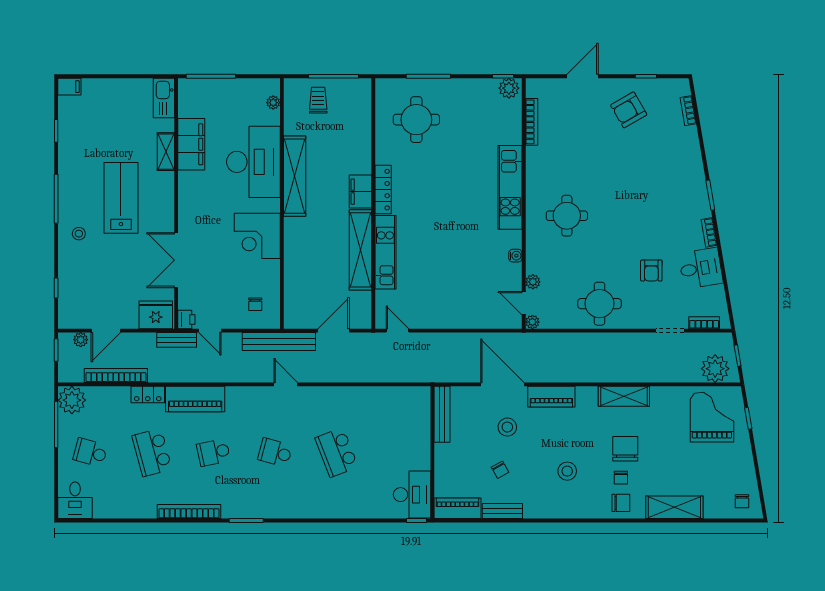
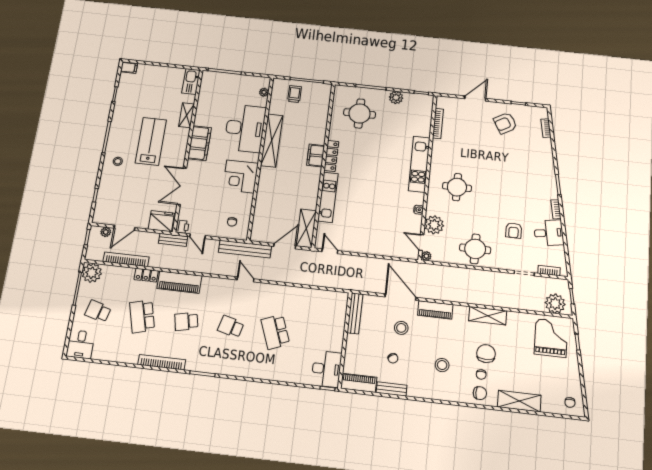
plant: (509, 88) -> (396, 98), moved
filing cabinet: (191, 144) -> (200, 143), moved
shelving: (360, 250) -> (306, 228), moved, width x0.68
plant: (533, 282) -> (434, 225), width x1.88, depth x1.88

